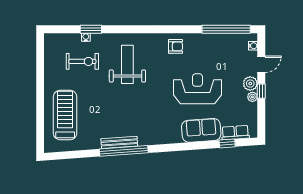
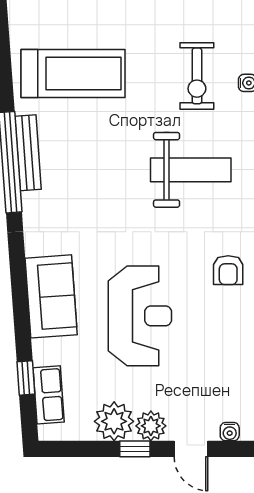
plant: (252, 97) -> (114, 421), width x1.87, depth x1.87
treadmill: (65, 115) -> (73, 73), moved
sofa: (201, 130) -> (51, 296), moved

